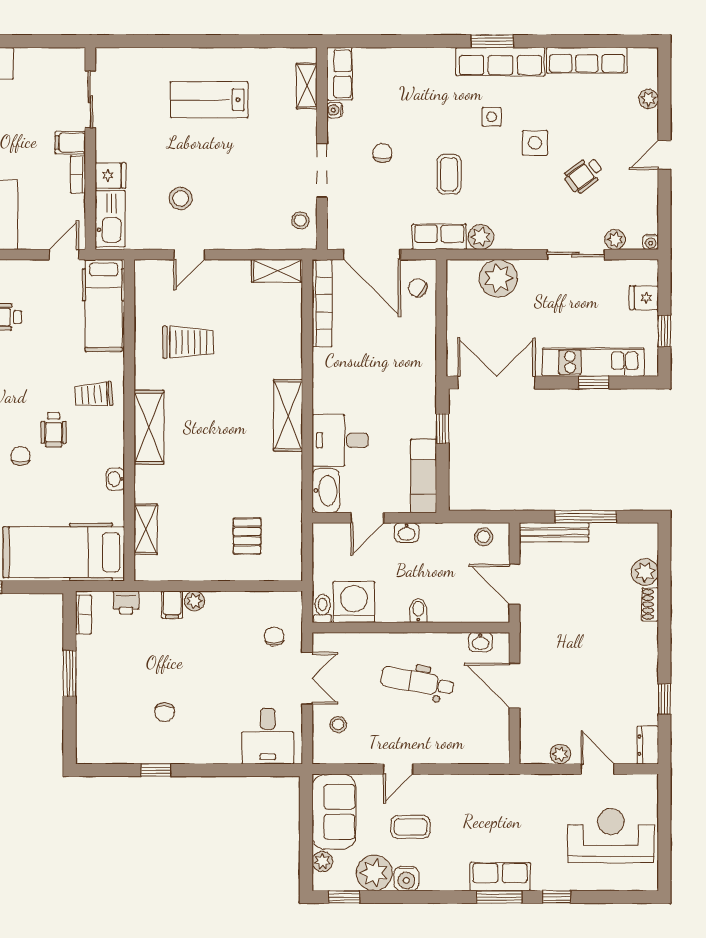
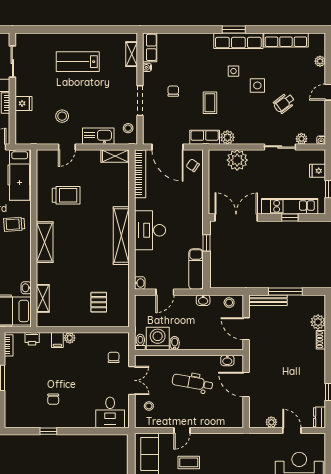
kitchen sink: (110, 219) -> (98, 136), moved, turned -90
shelving: (288, 415) -> (121, 236), width x1.47
desk: (340, 440) -> (150, 230), moved, width x1.37
washbasin: (115, 479) -> (26, 288), moved
washbasin: (326, 491) -> (140, 283), width x0.52, depth x0.69
washbasin: (407, 533) -> (203, 300), moved
bidet: (418, 610) -> (175, 343), moved

